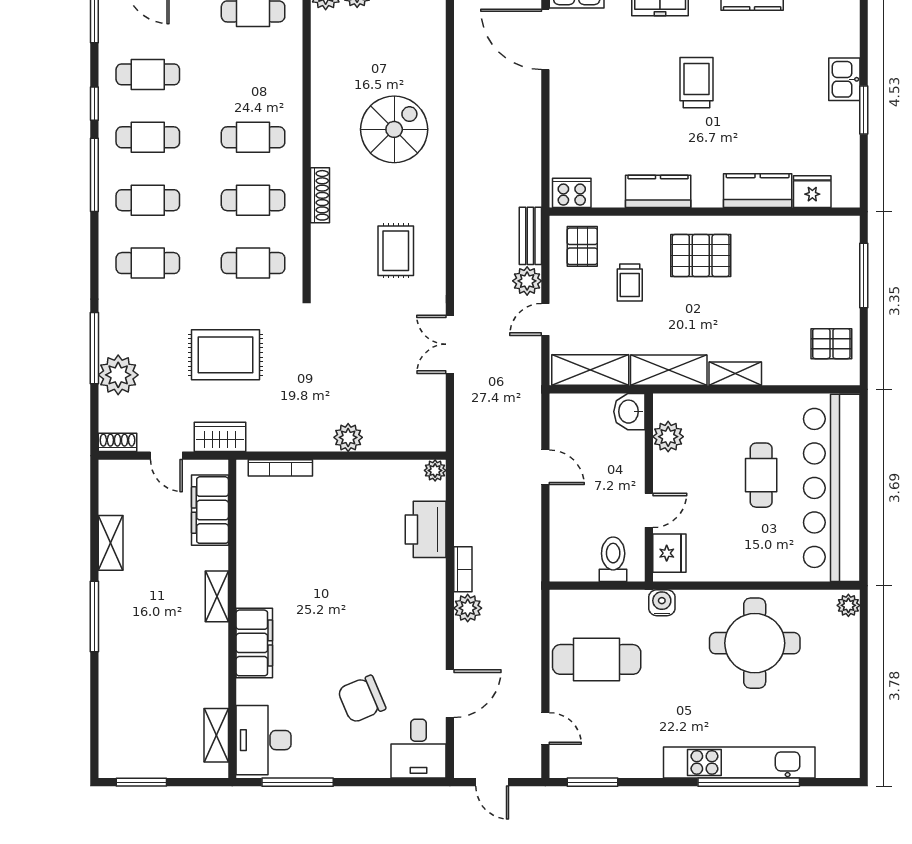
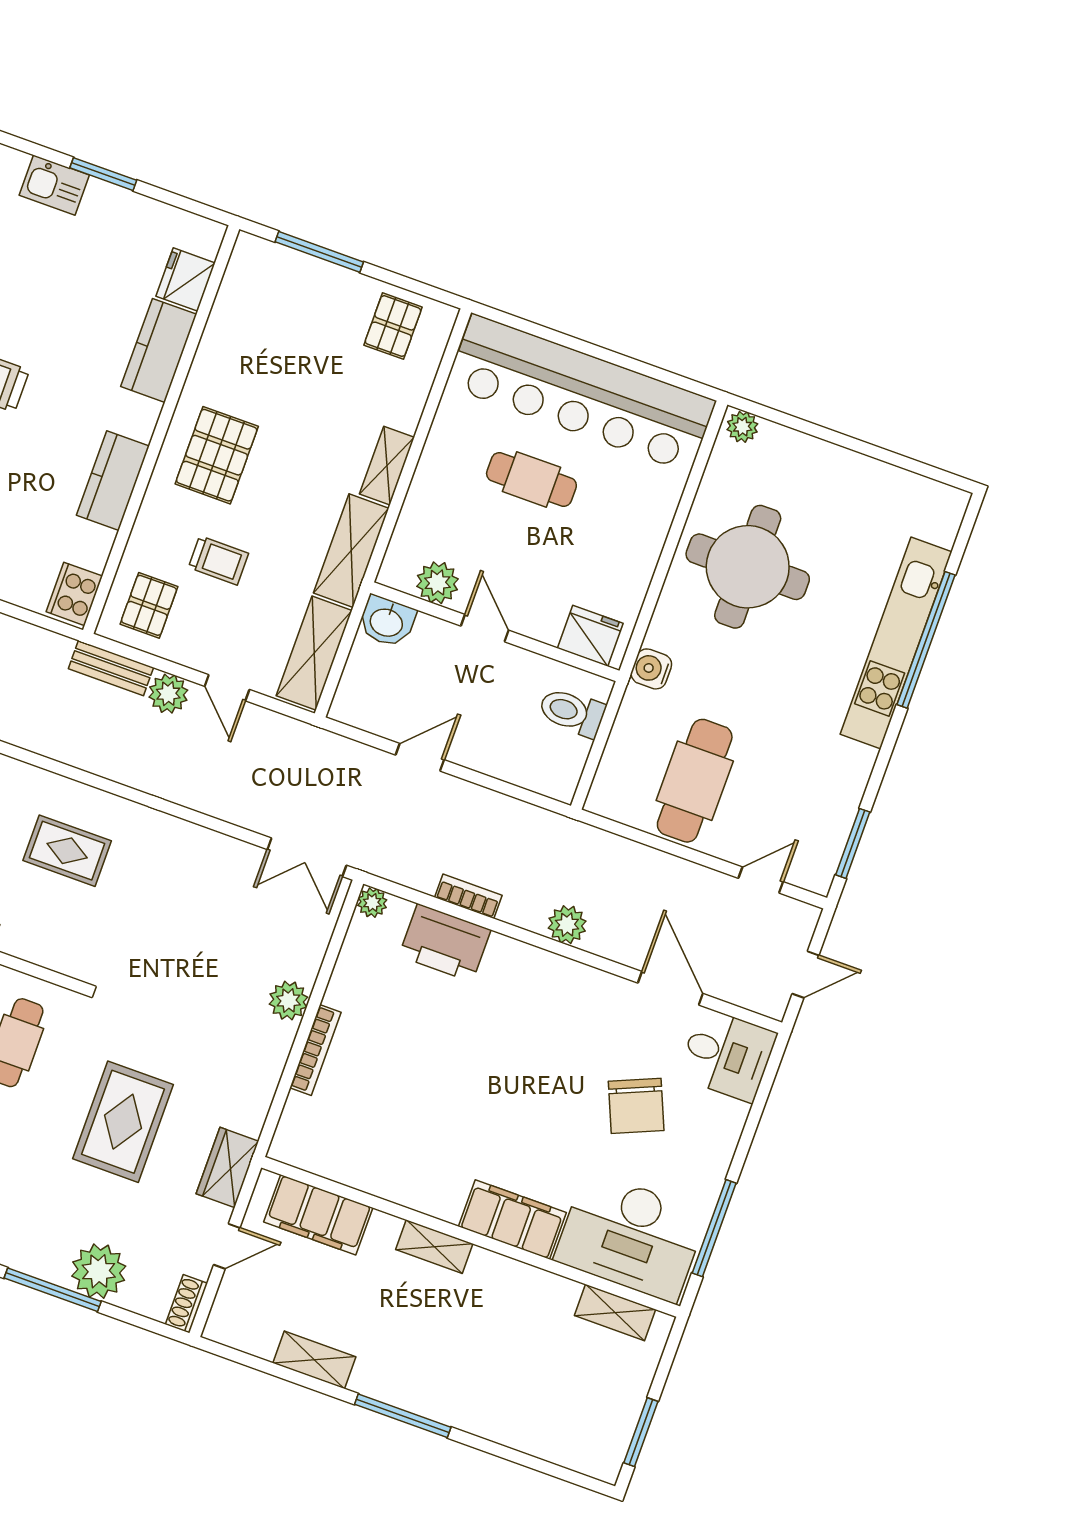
pallet: (582, 246) -> (149, 605), turned 90
double door: (450, 344) -> (307, 857), moved
bookcase: (280, 468) -> (315, 1050), moved
door: (649, 510) -> (485, 628), moved
bookcase: (463, 569) -> (468, 896), moved
desk: (264, 740) -> (631, 1236), width x1.36, depth x1.30

